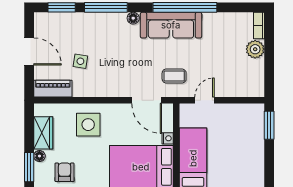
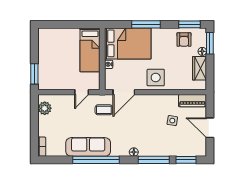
sofa: (171, 25) -> (88, 147), moved
plant: (255, 49) -> (45, 108), moved
door: (147, 100) -> (124, 92), swing flipped
side table: (88, 125) -> (156, 78), moved

